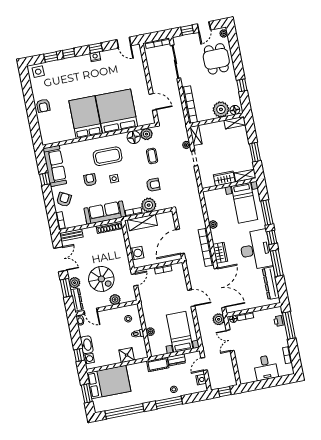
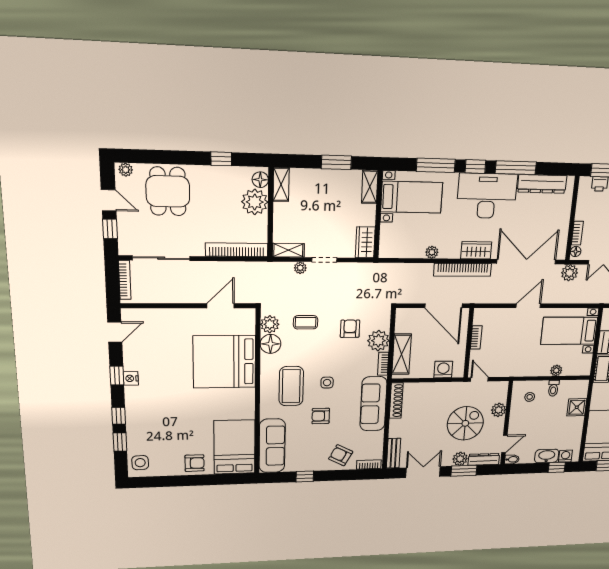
dining table: (216, 59) -> (168, 191), turned 90
bed: (85, 117) -> (235, 447), moved, turned 90
sofa: (55, 166) -> (272, 446), moved, turned 90
wardrobe: (224, 178) -> (365, 242), moved

